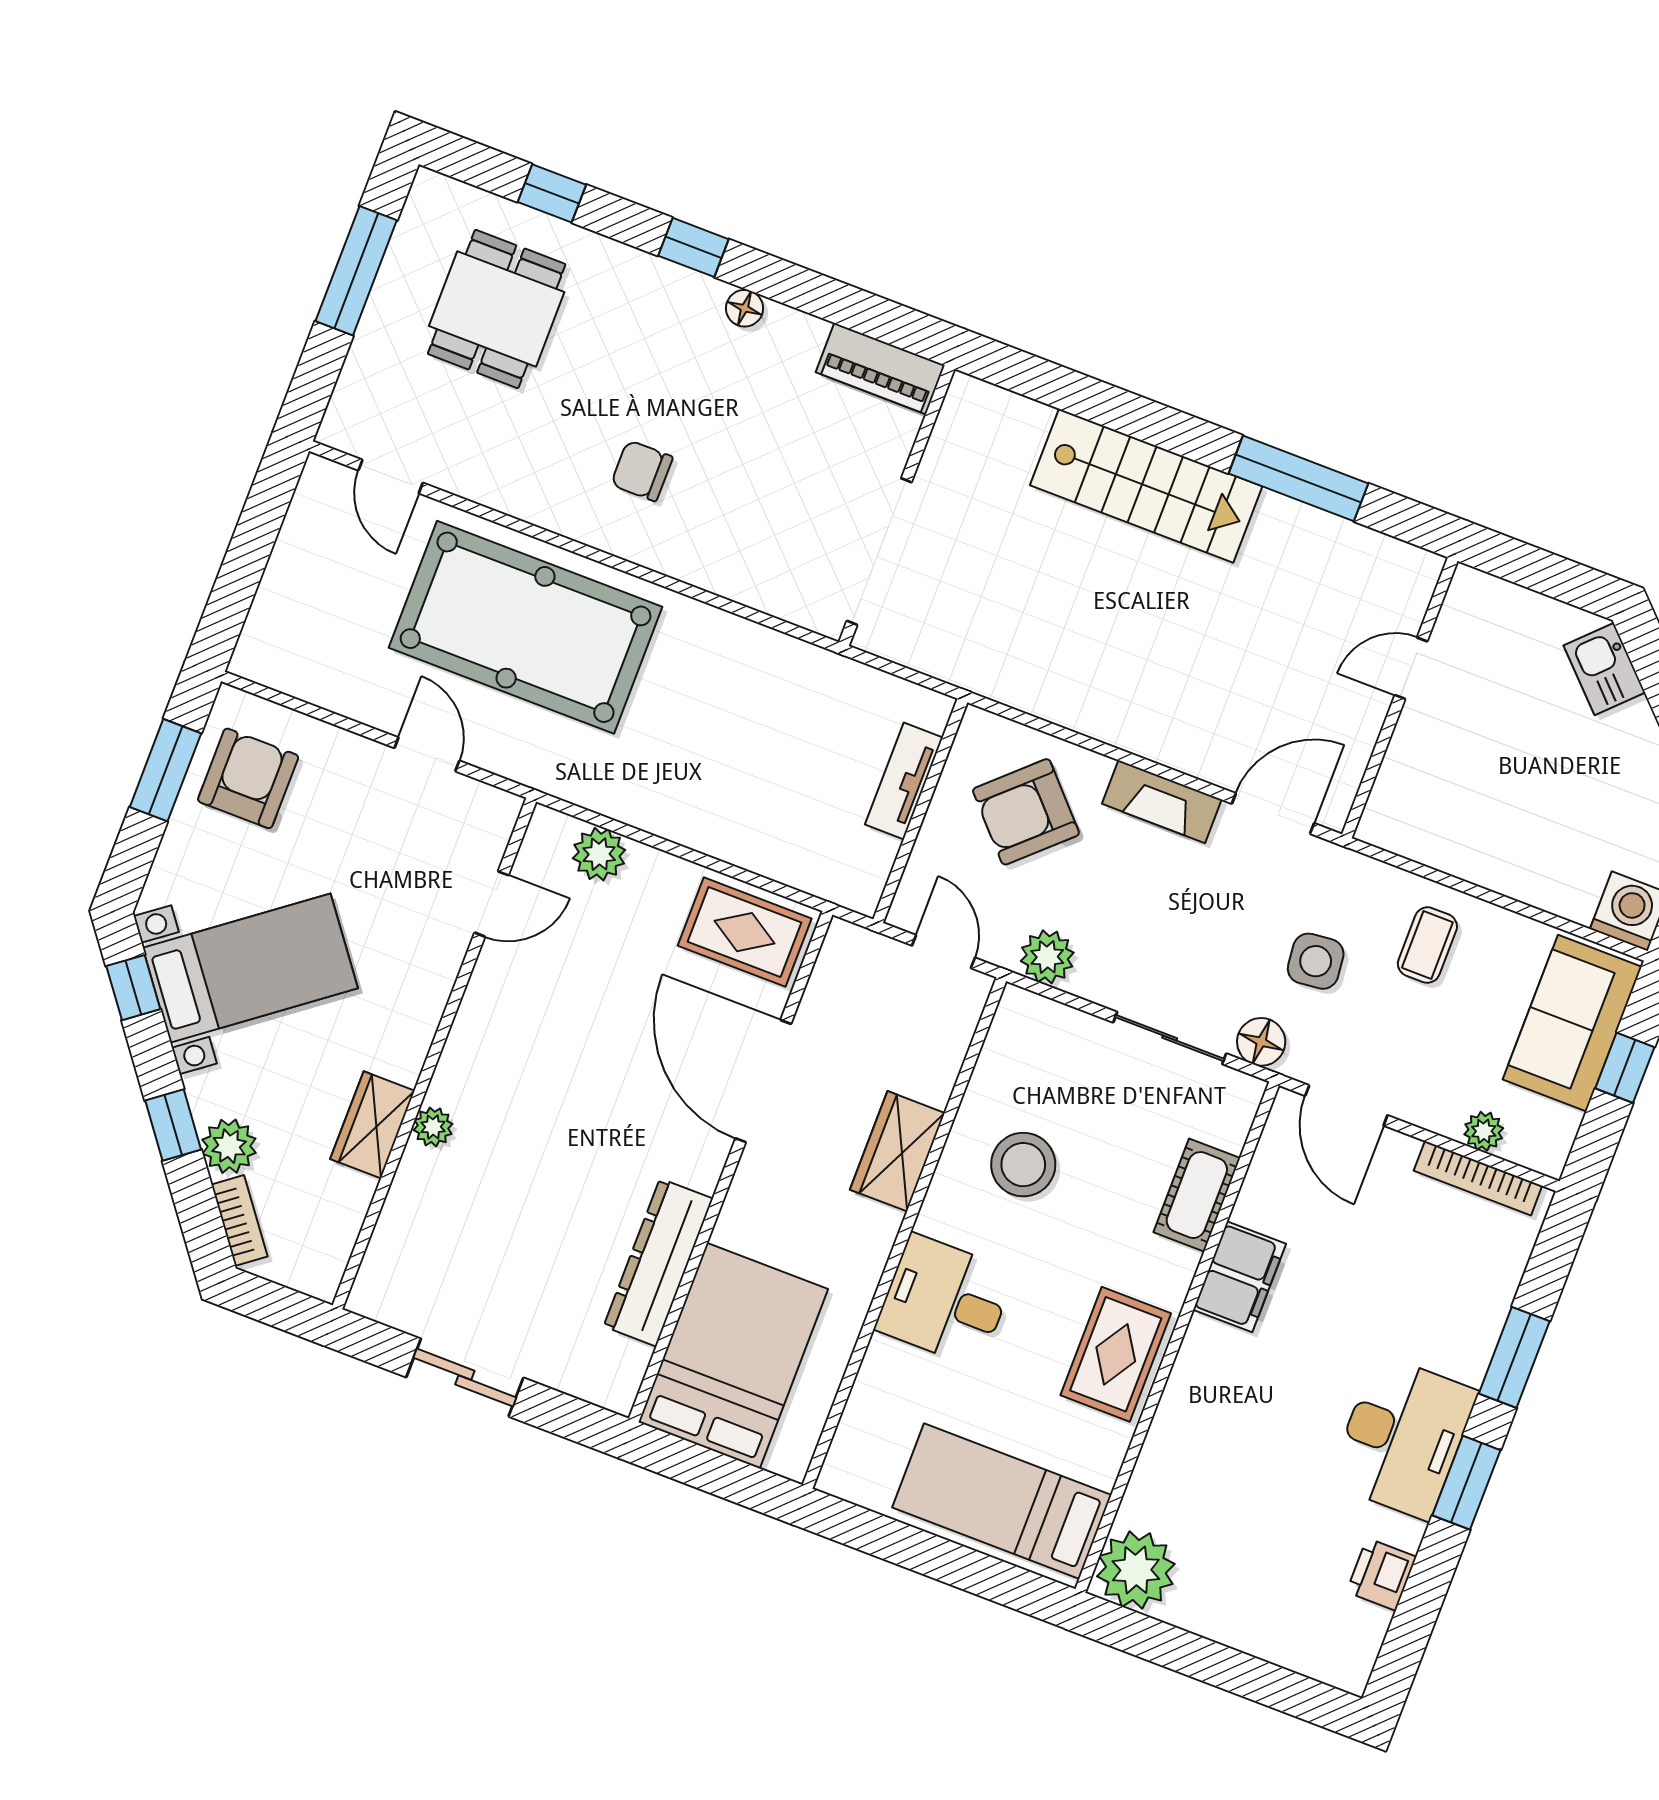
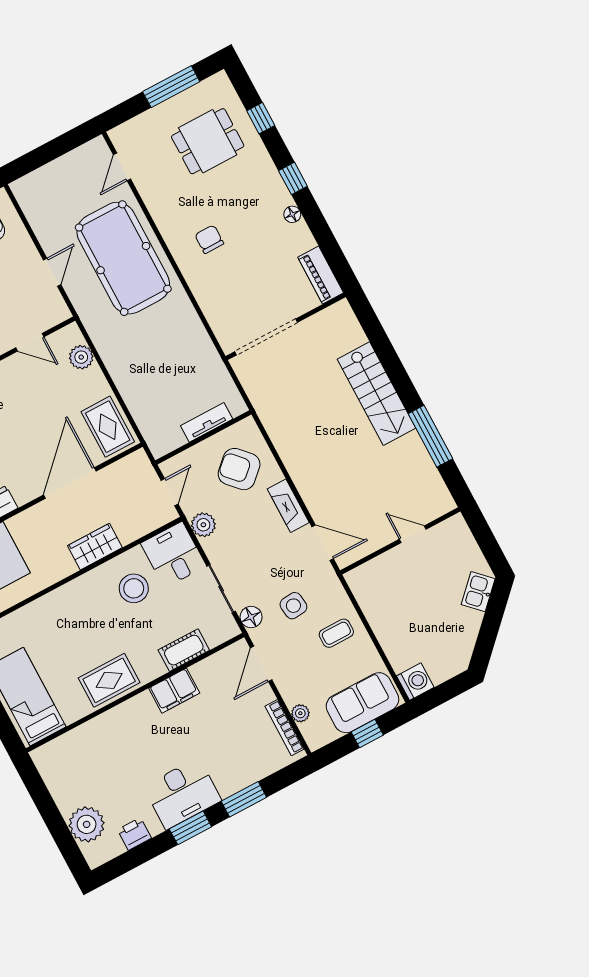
desk: (945, 1301) -> (173, 555), moved
plant: (1136, 1570) -> (87, 824), moved

